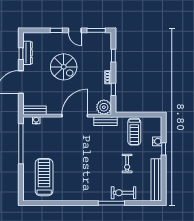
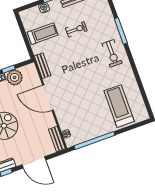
plant: (104, 107) -> (15, 77), moved
treadmill: (44, 177) -> (119, 106), turned 90
exercise bike: (123, 193) -> (112, 53), moved

